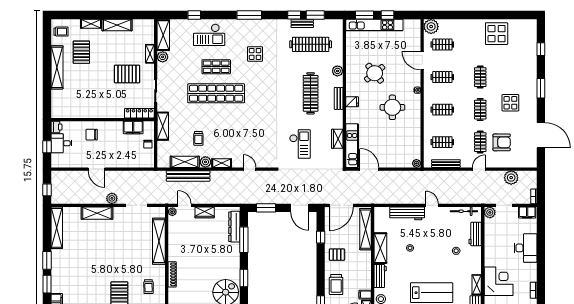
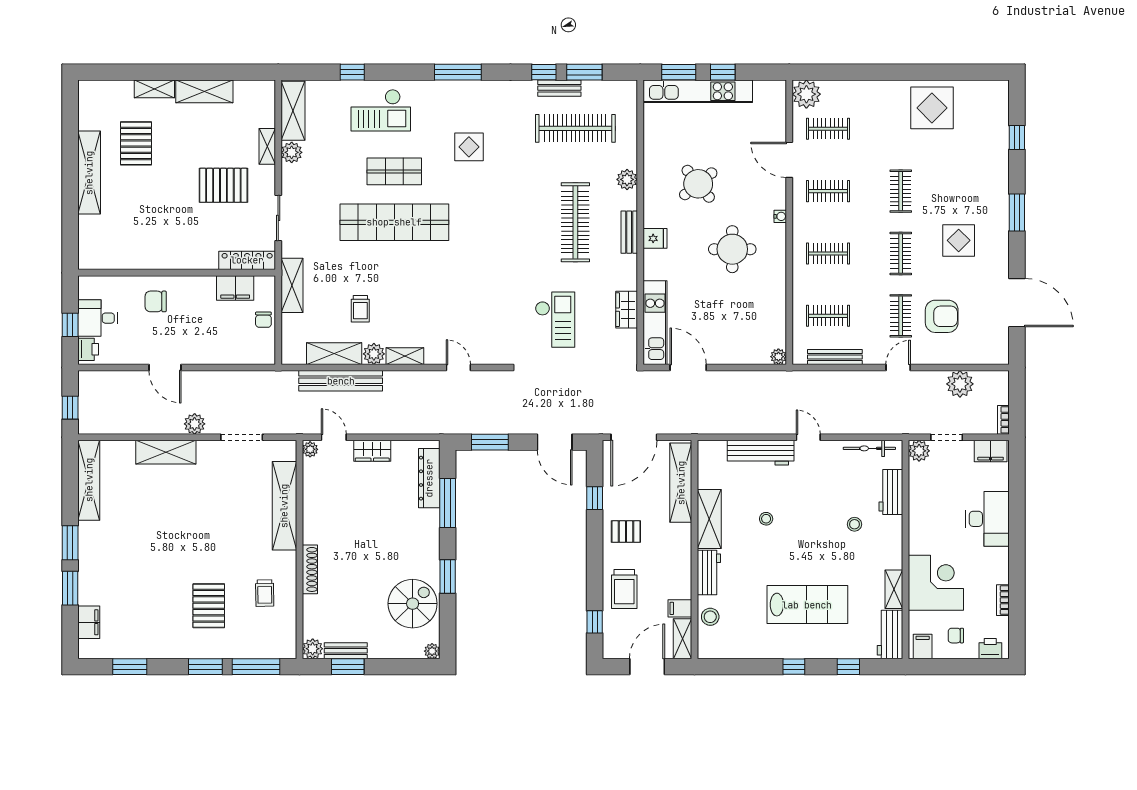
trolley: (61, 32) -> (97, 104), removed
printer: (56, 127) -> (88, 349), moved

